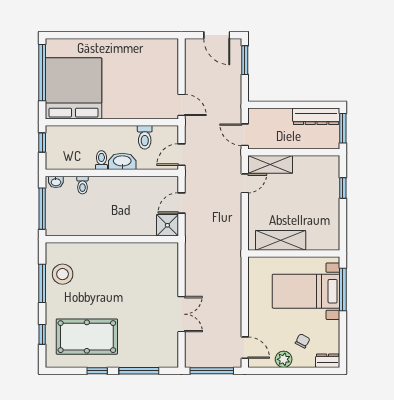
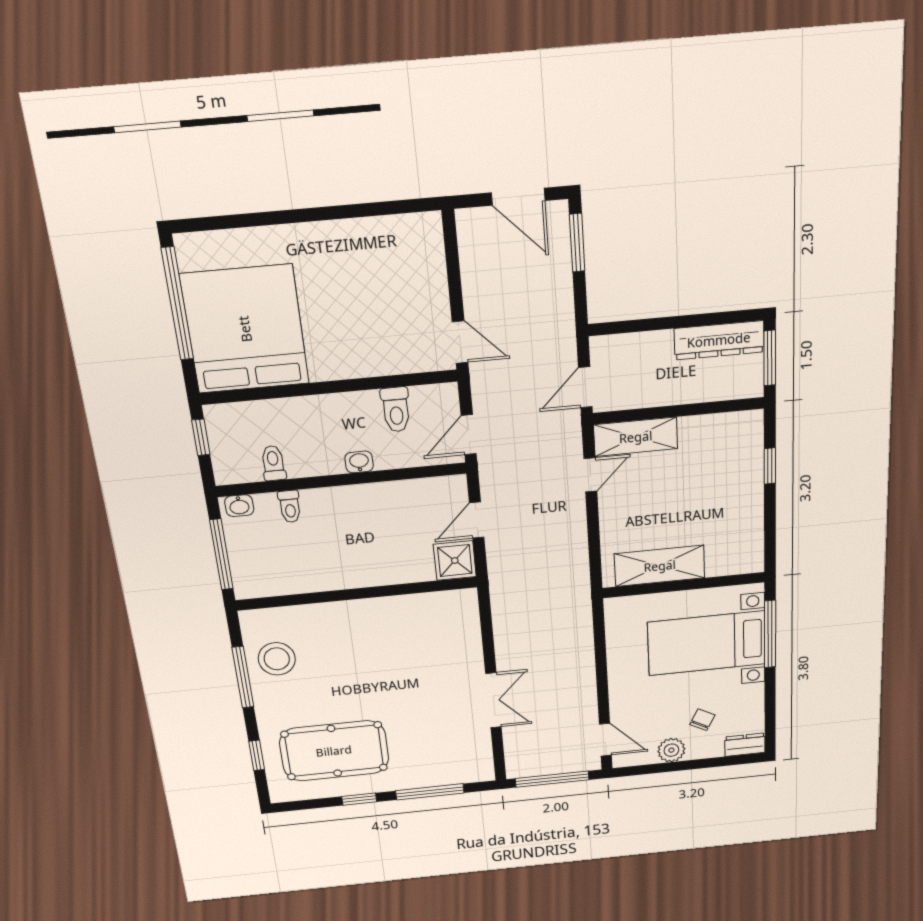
door: (245, 135) -> (585, 387), hinge flipped
toilet: (101, 160) -> (273, 463), moved
washbasin: (122, 161) -> (359, 462), width x0.52, depth x0.69

